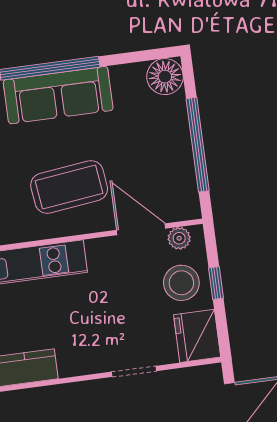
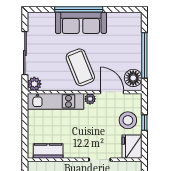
floor lamp: (165, 77) -> (133, 78), moved
coffee table: (69, 187) -> (80, 67), turned 75
plant: (179, 238) -> (90, 99), moved

